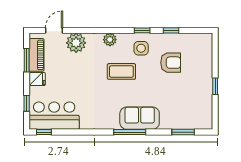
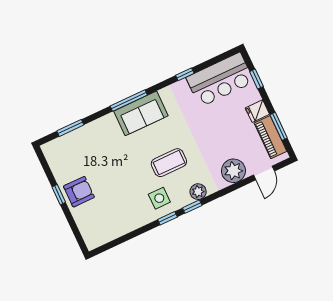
window: (171, 30) -> (192, 207), moved
armchair: (171, 63) -> (79, 192), moved, turned 180
sofa: (140, 118) -> (141, 113), moved
window: (44, 132) -> (185, 74), moved

